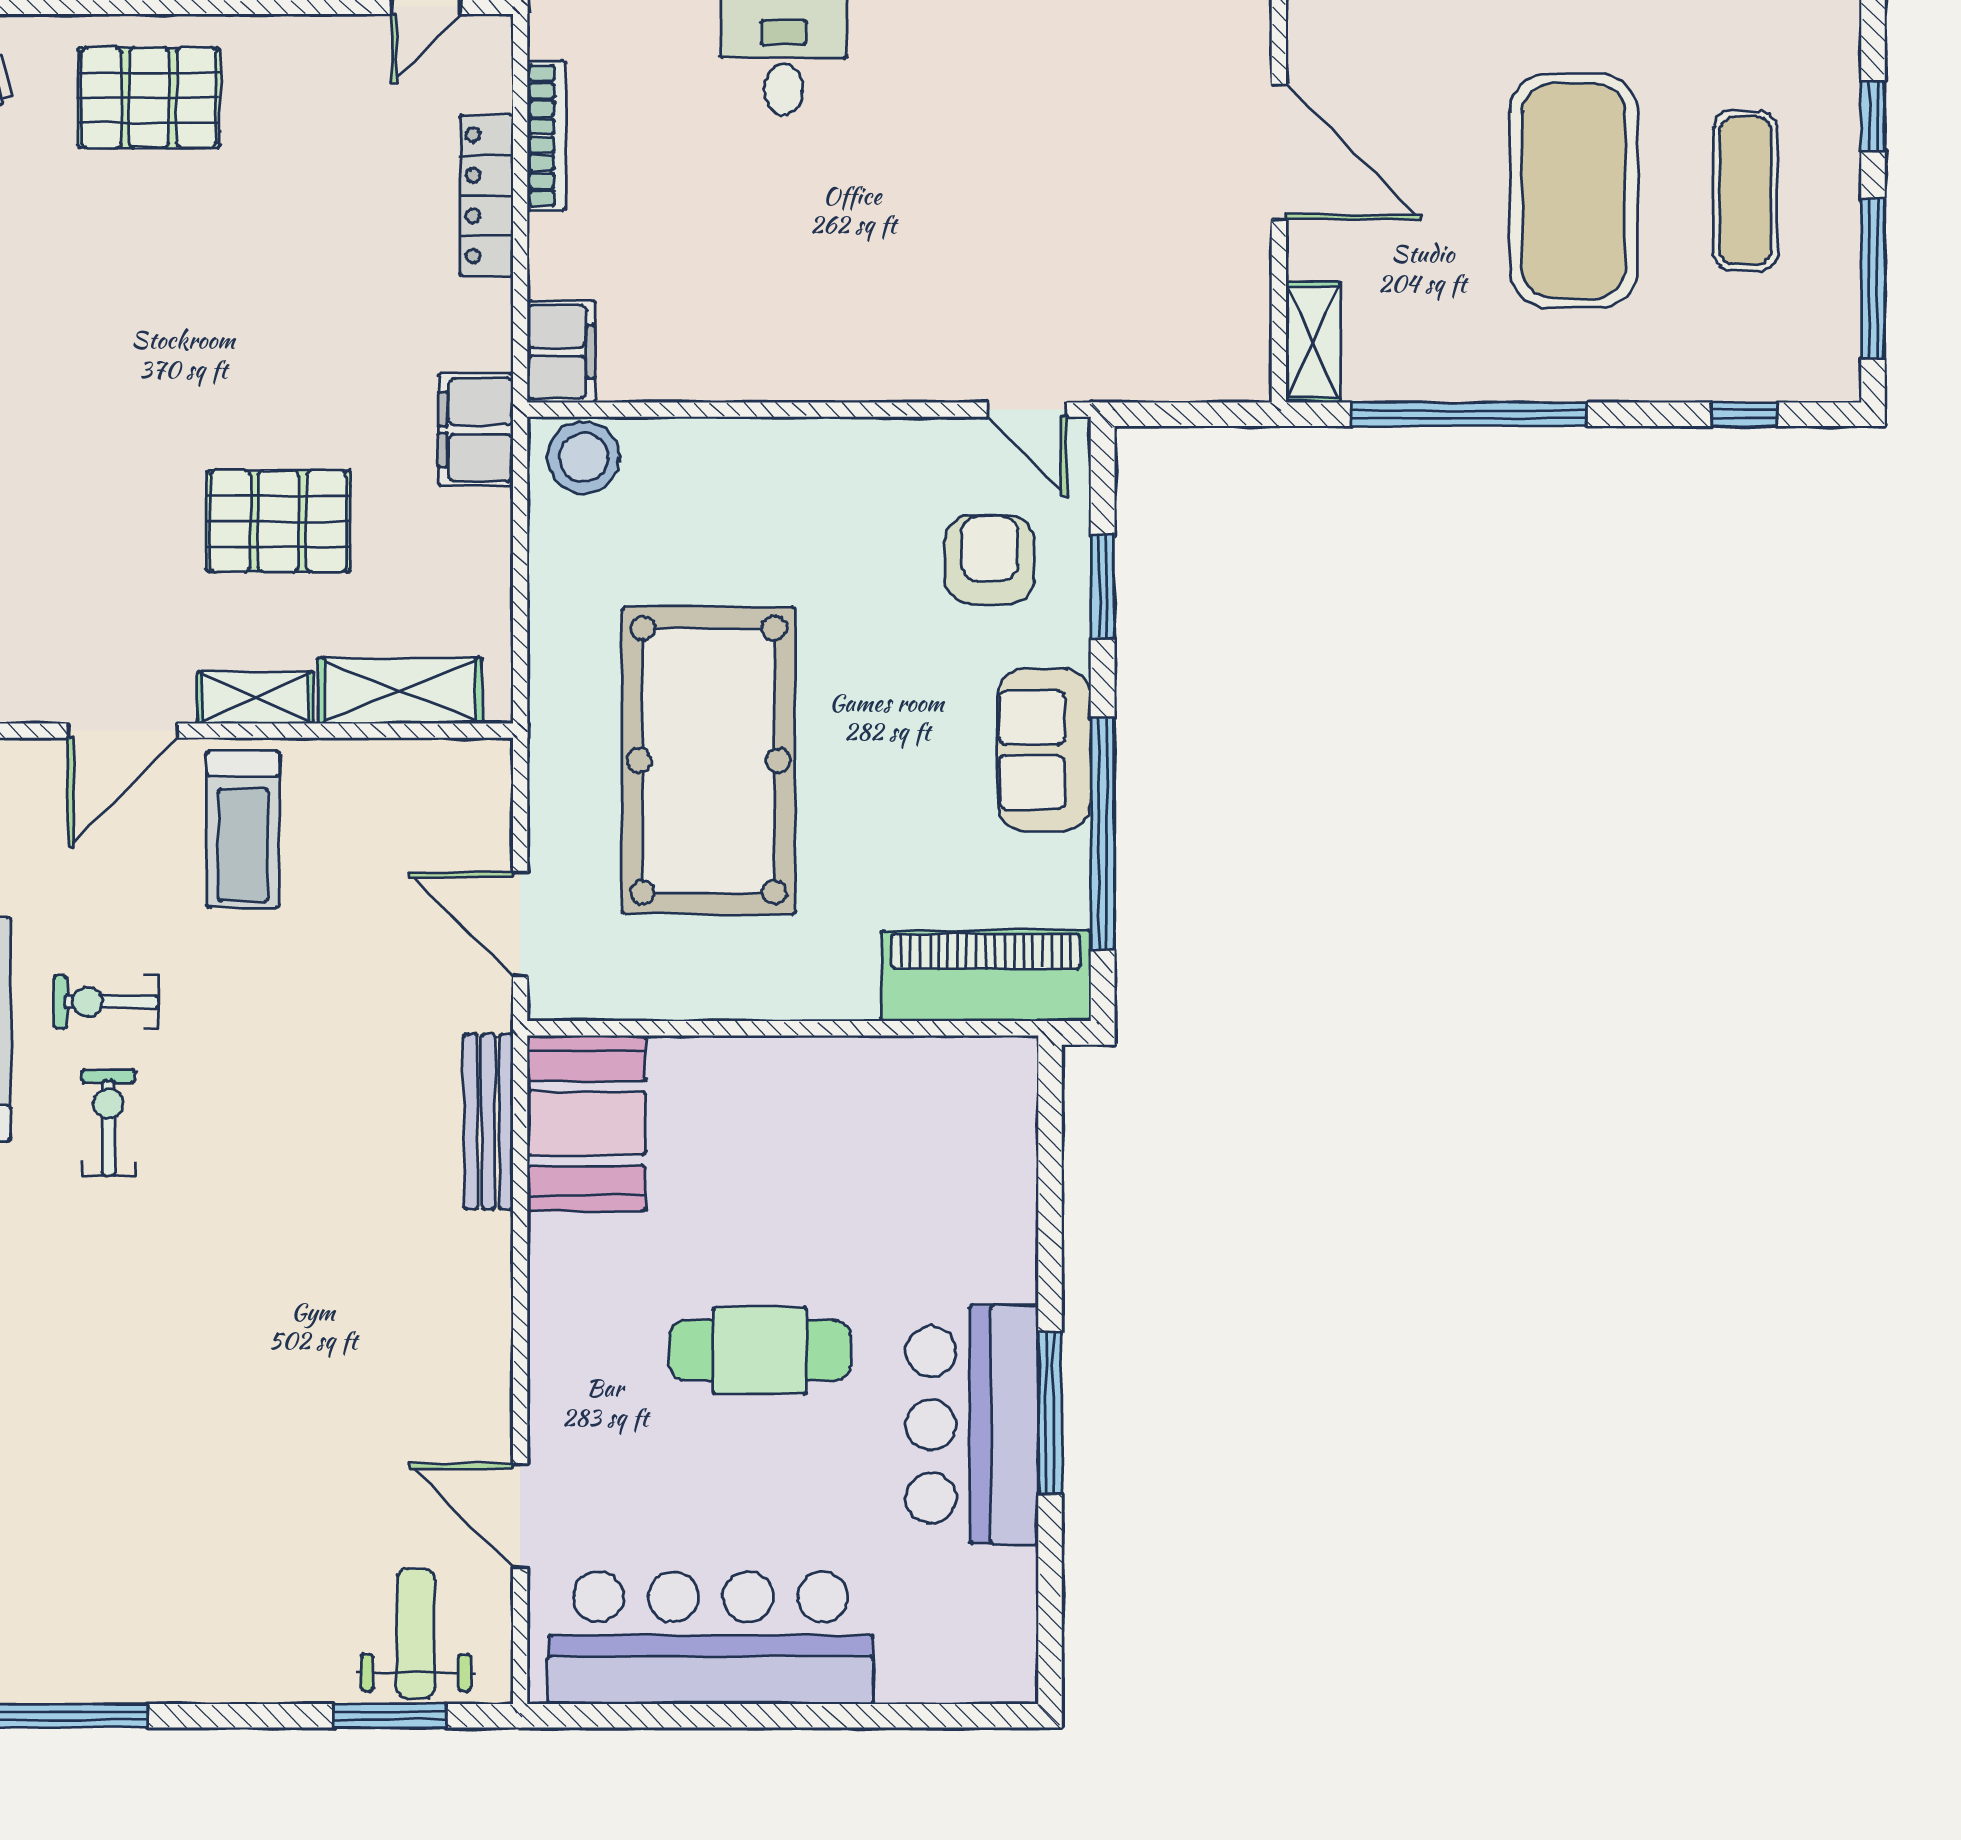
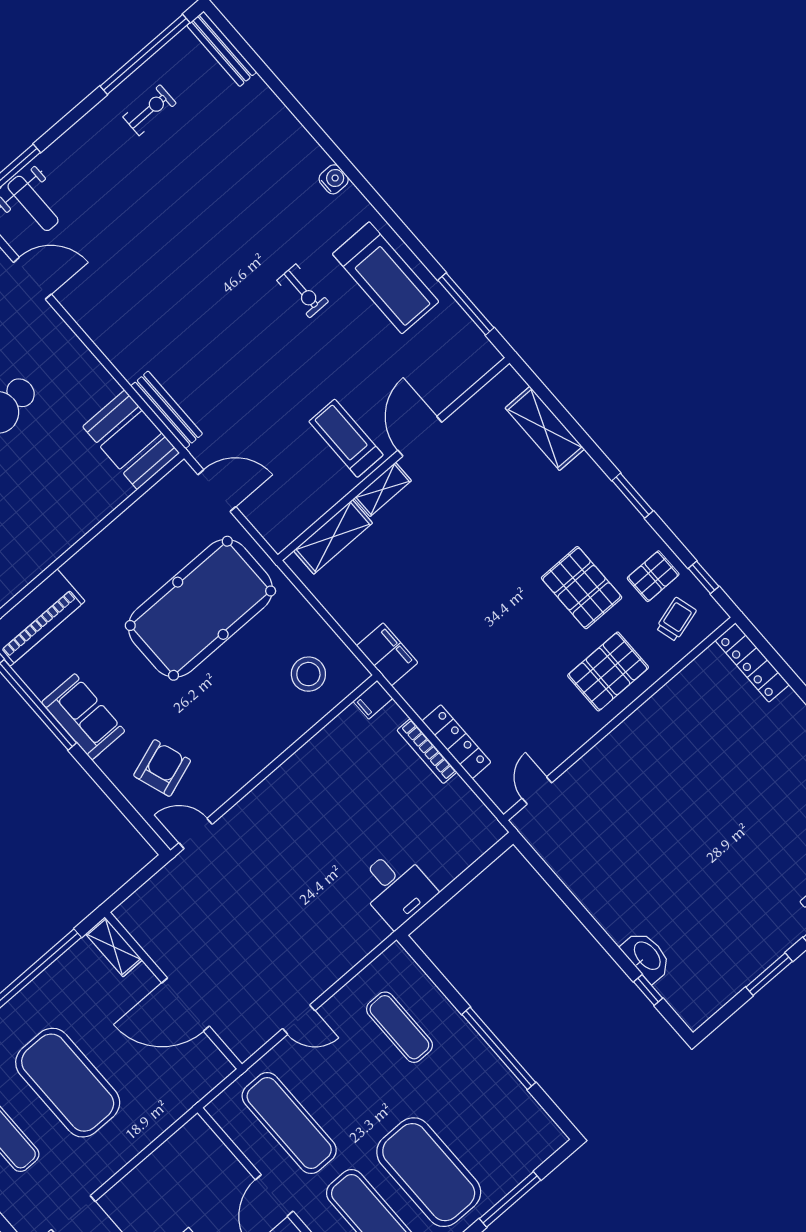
bookcase: (546, 136) -> (427, 751), moved
filing cabinet: (561, 352) -> (373, 700), width x0.50
stool: (584, 458) -> (308, 674), moved
pallet: (278, 521) -> (582, 588), moved, turned 90
armchair: (990, 560) -> (162, 768), turned -109
window: (1103, 586) -> (113, 794), removed
pool table: (709, 760) -> (200, 608), turned 90
exercise bike: (106, 1002) -> (150, 110), moved

